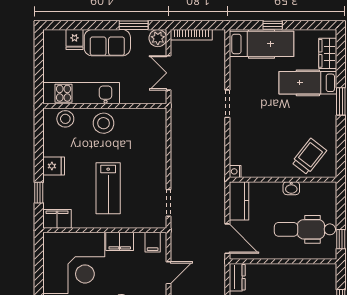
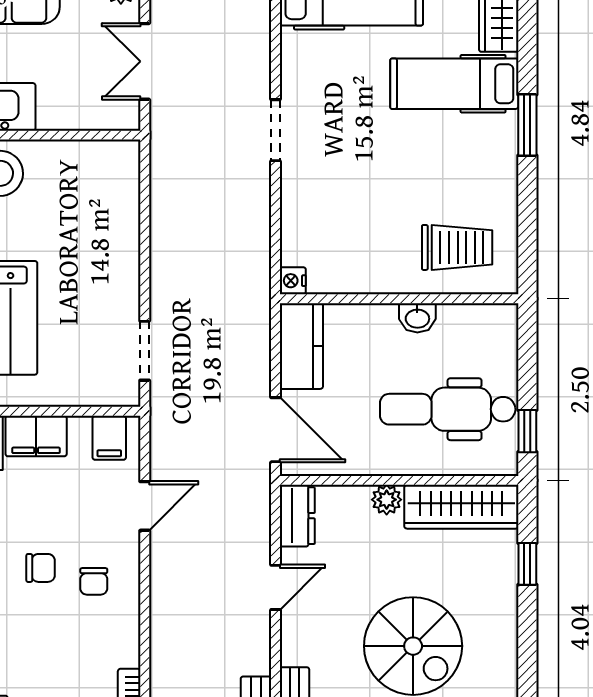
trolley: (309, 156) -> (457, 247), turned 52
plant: (277, 270) -> (387, 500), added
wardrobe: (311, 273) -> (461, 507), added

